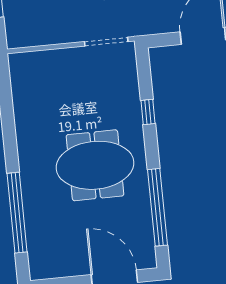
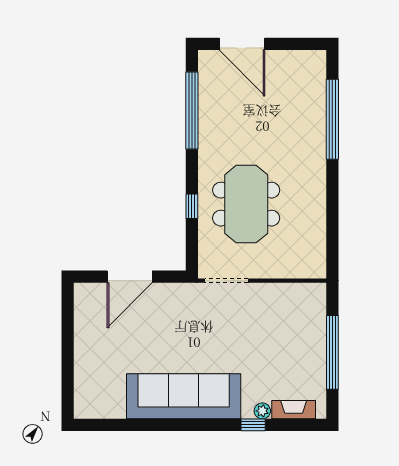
meeting table: (95, 165) -> (246, 204), moved, turned 90

